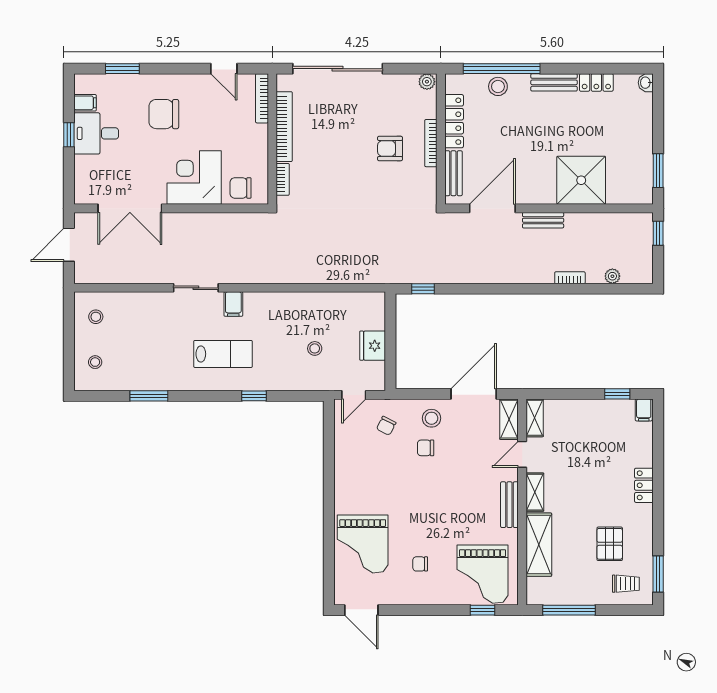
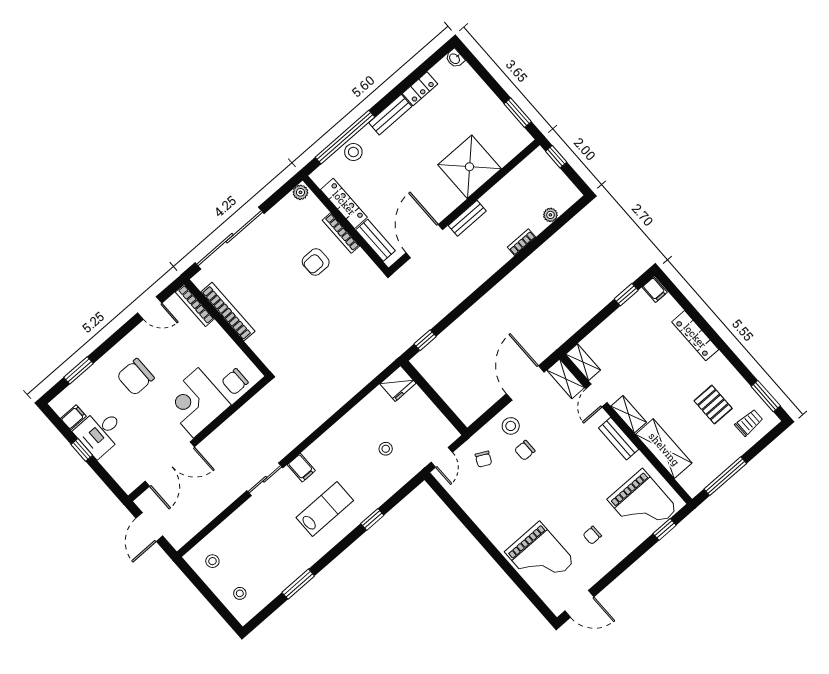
bookcase: (283, 179) -> (259, 350), removed
fridge: (373, 346) -> (398, 384), moved, turned -90
locker: (644, 485) -> (695, 336), width x1.53

